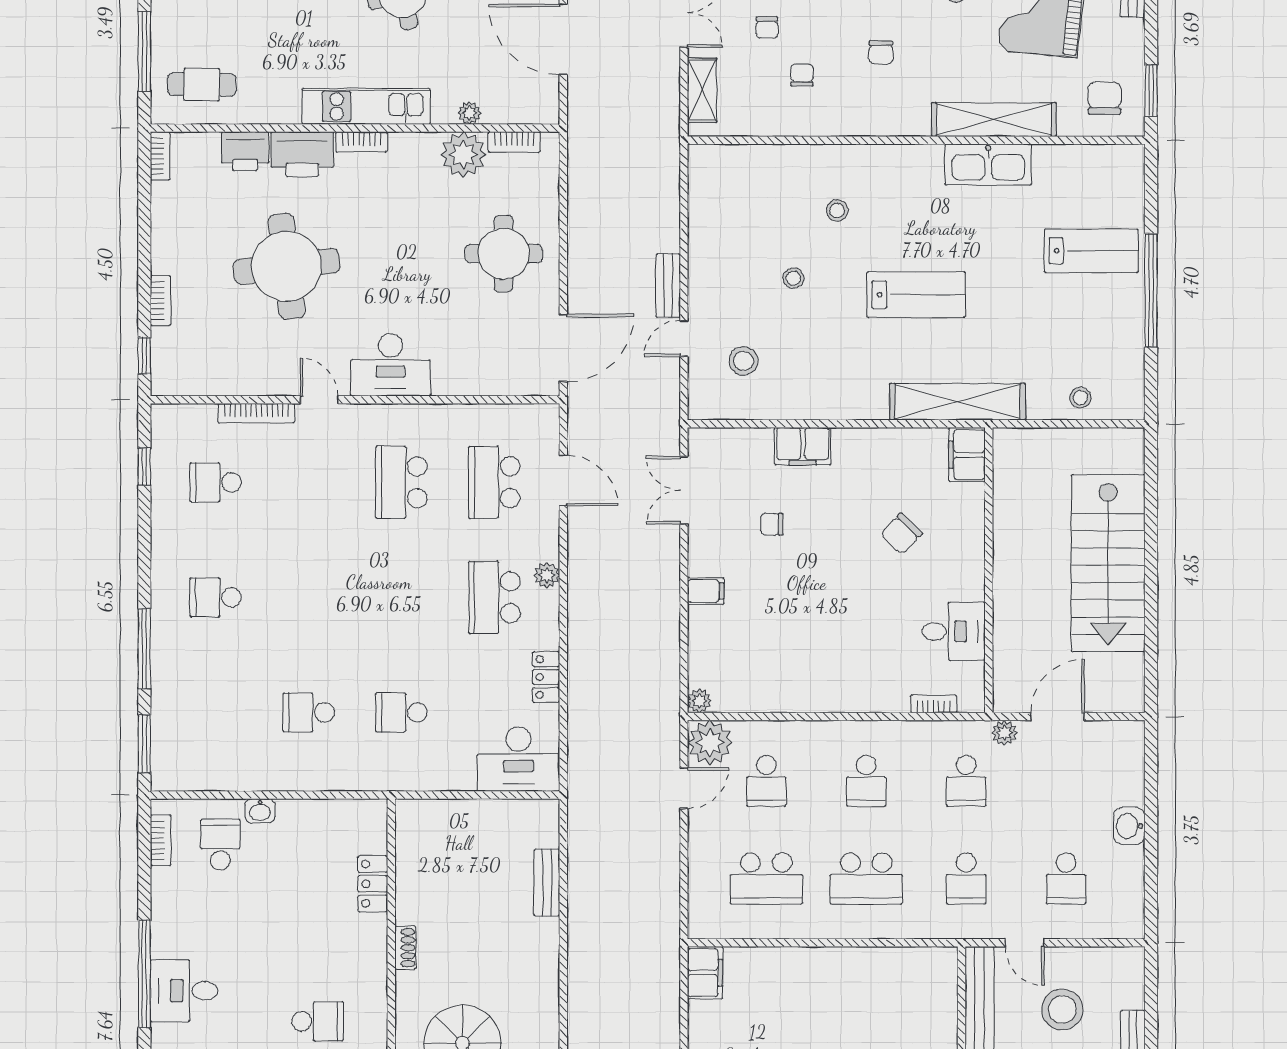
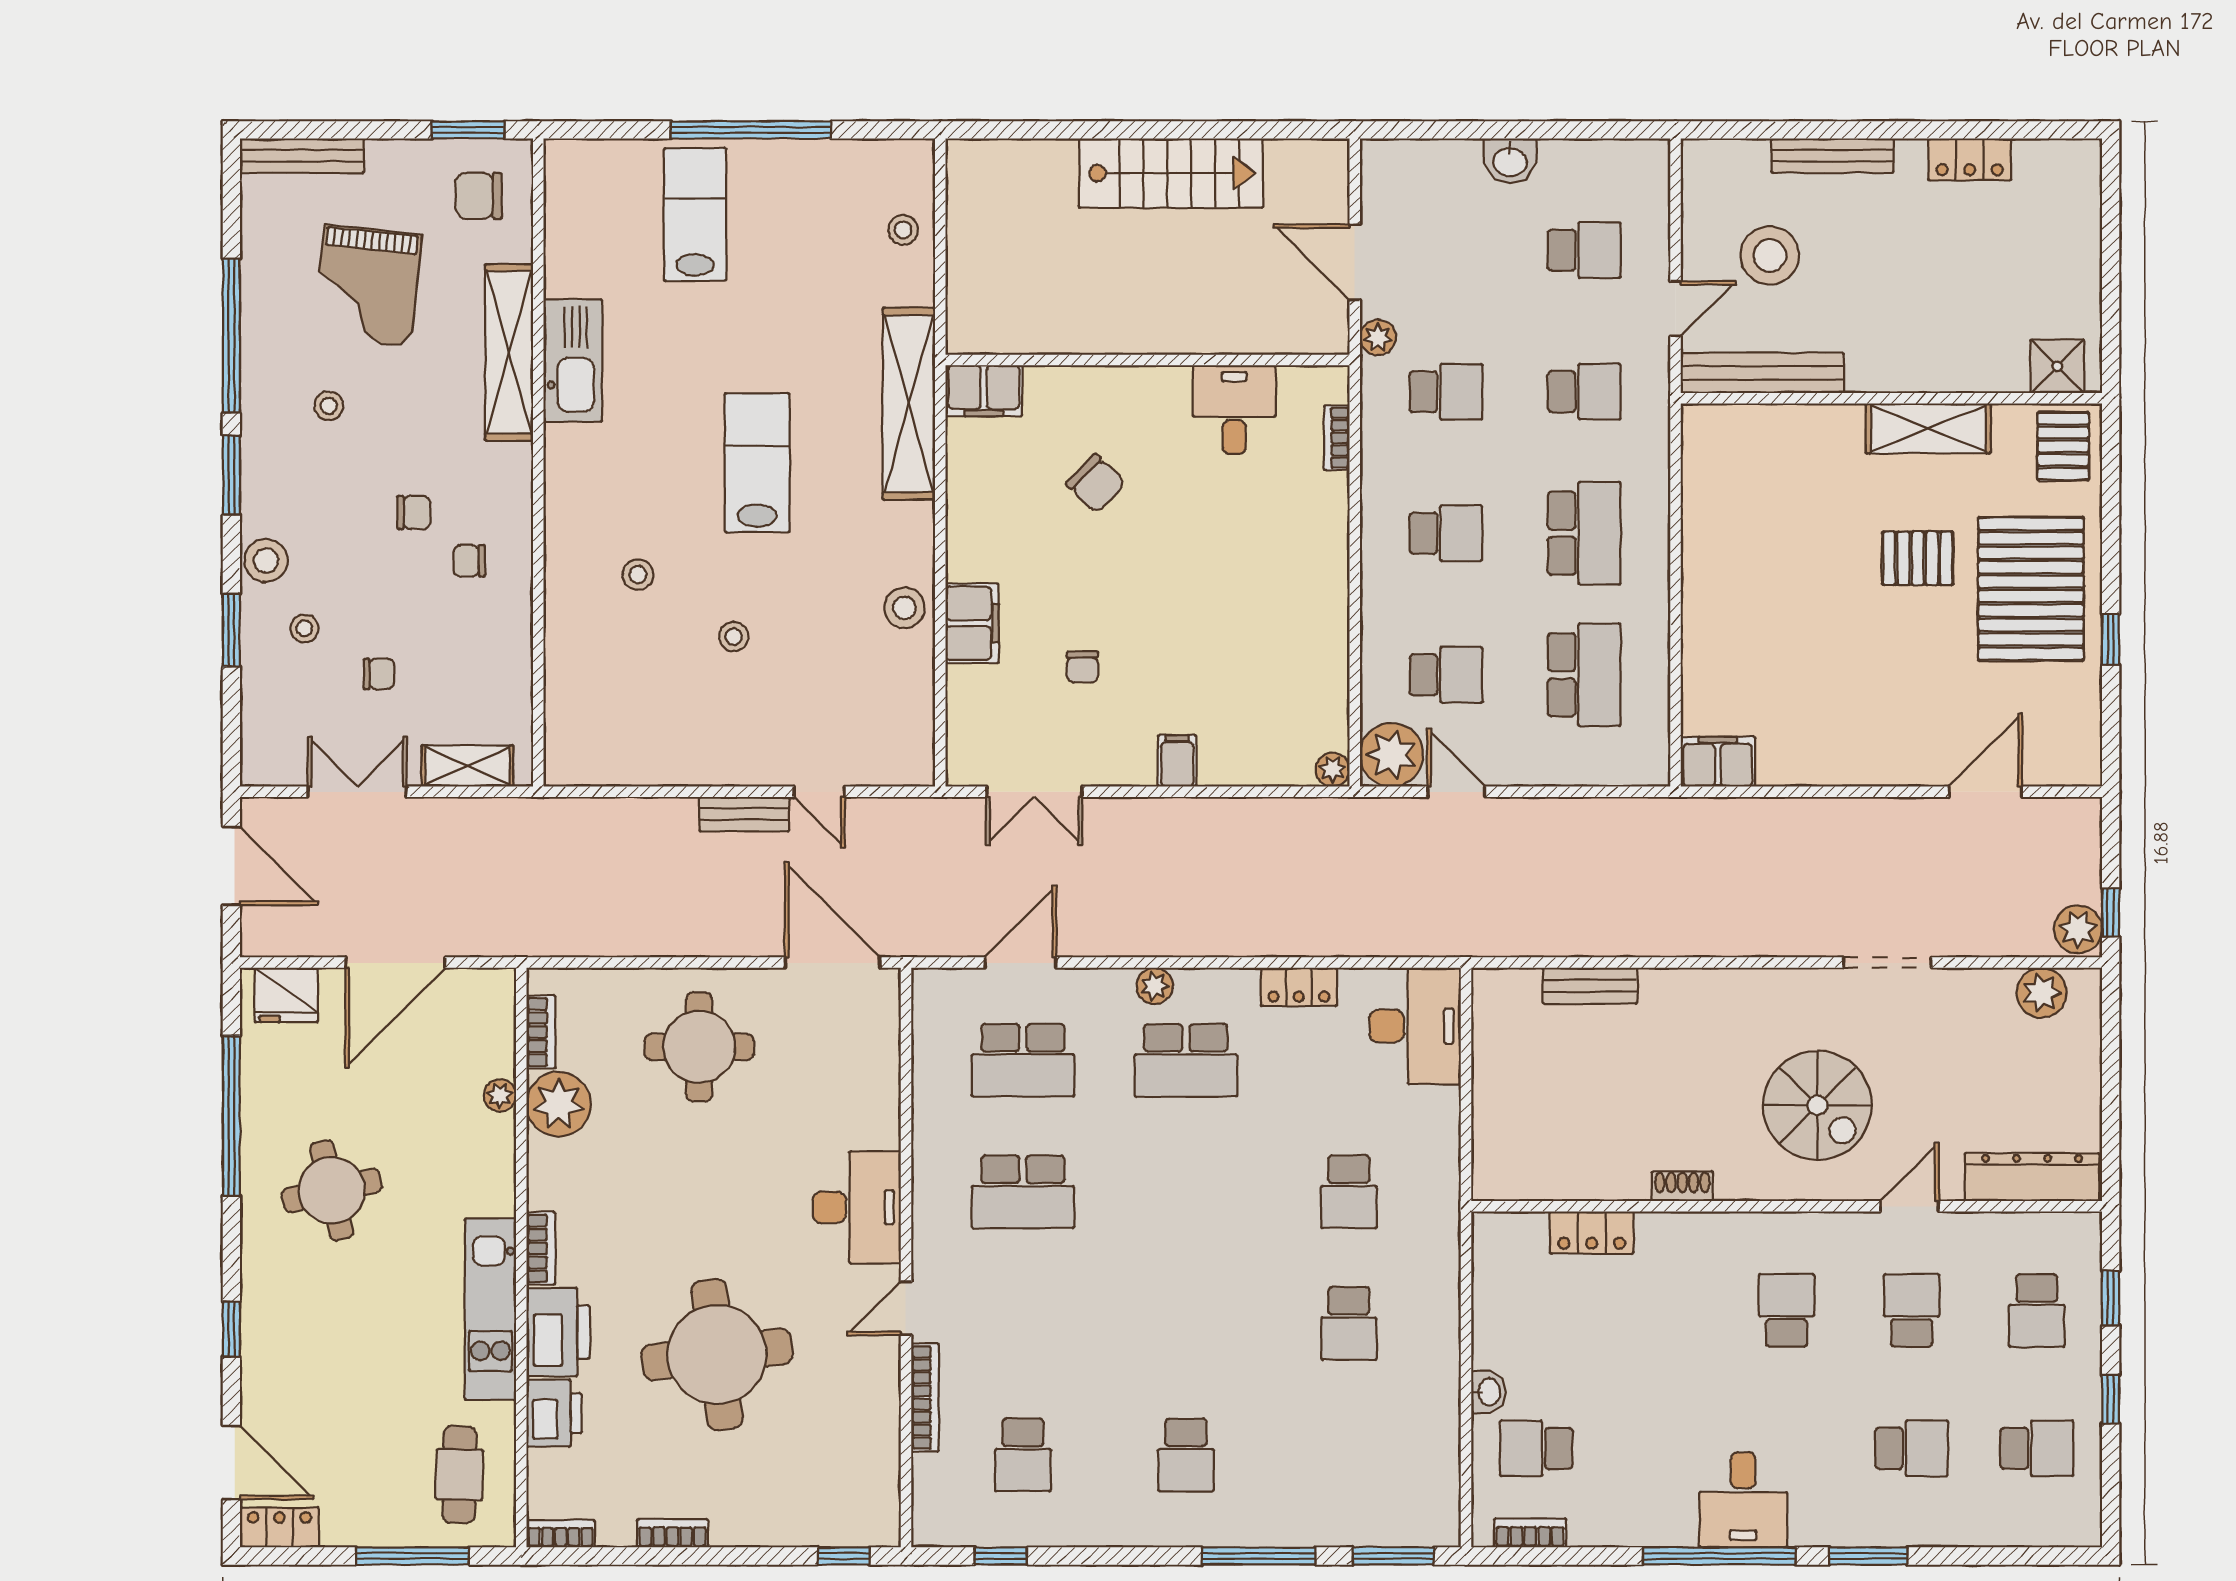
chair: (802, 75) -> (469, 561), moved
kitchen unit: (366, 106) -> (490, 1309), moved
bookcase: (160, 301) -> (672, 1533), moved
stool: (744, 361) -> (904, 608), moved
stairs: (1108, 563) -> (1171, 173), width x0.73, depth x0.66

